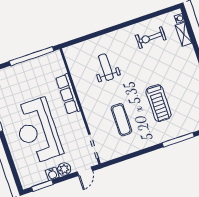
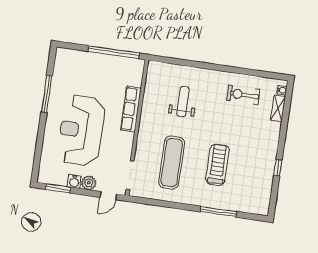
treadmill: (159, 103) -> (218, 165), turned 180
exercise mat: (121, 120) -> (172, 162), width x1.36, depth x1.45

